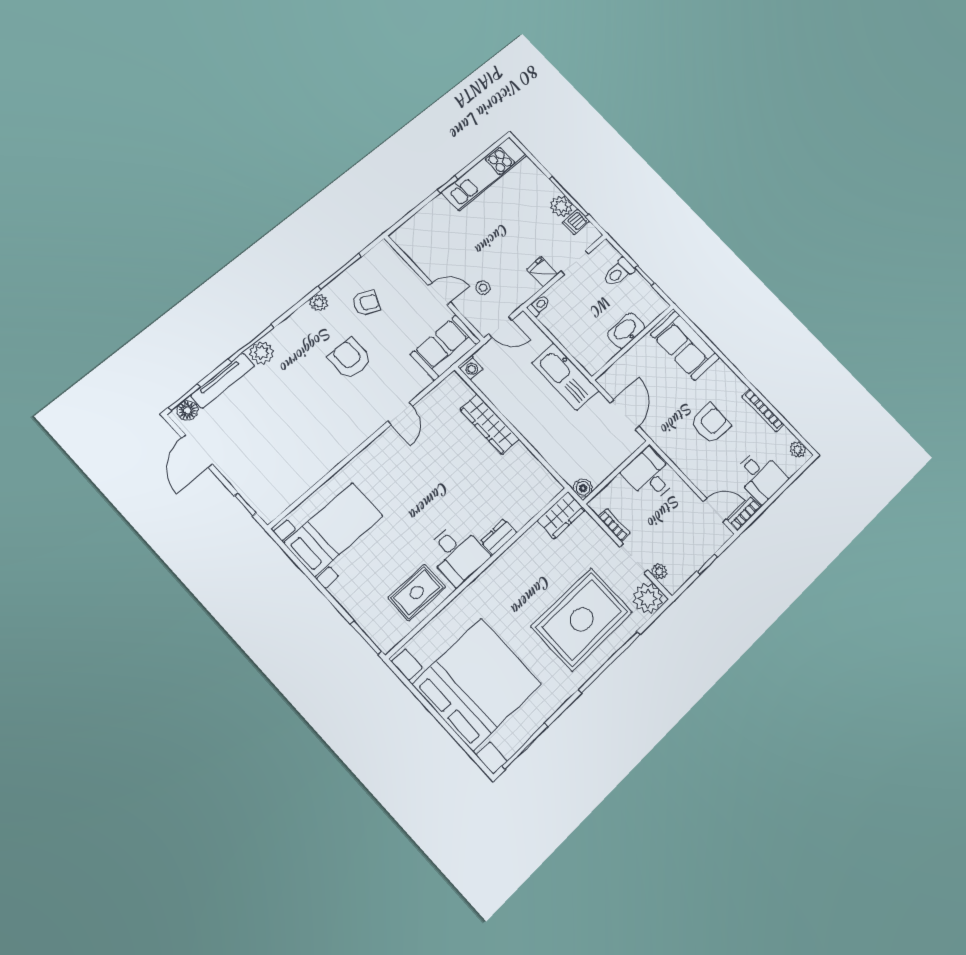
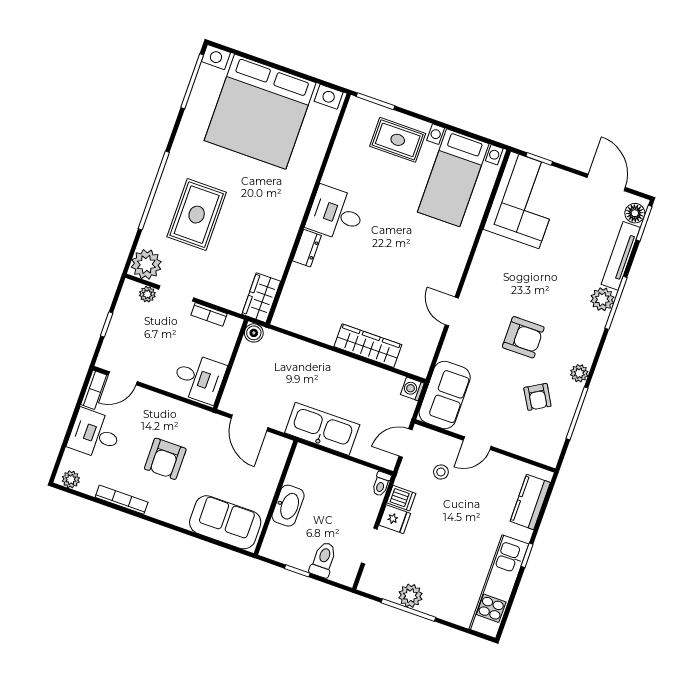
dishwasher: (576, 222) -> (401, 498), moved, turned 90
kitchen counter: (421, 224) -> (530, 502), added
armchair: (366, 303) -> (537, 397), turned -55
corner sofa: (280, 475) -> (525, 200), added
rug: (417, 593) -> (398, 140), moved, turned 90
rug: (582, 619) -> (197, 215), width x0.73, depth x0.69

